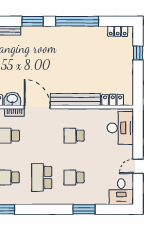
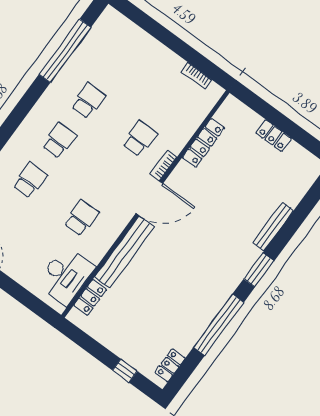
washbasin: (12, 99) -> (182, 175), removed
desk: (120, 128) -> (65, 276), moved, turned -90
school desk: (42, 178) -> (59, 141), width x0.54

